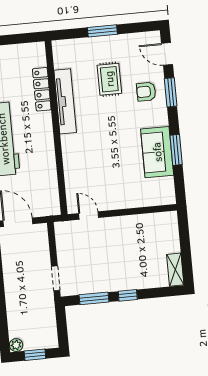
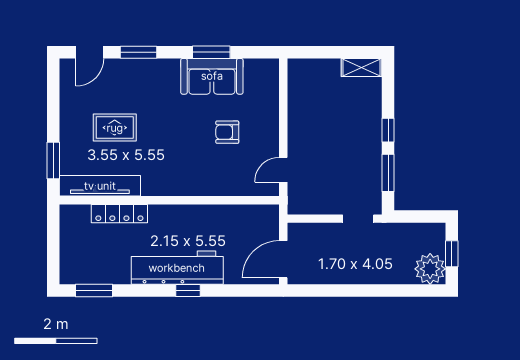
window: (102, 31) -> (53, 161), moved
armchair: (146, 92) -> (227, 132), moved, turned 90
tv unit: (65, 101) -> (100, 186), moved
plant: (16, 345) -> (430, 269), width x1.88, depth x1.88

